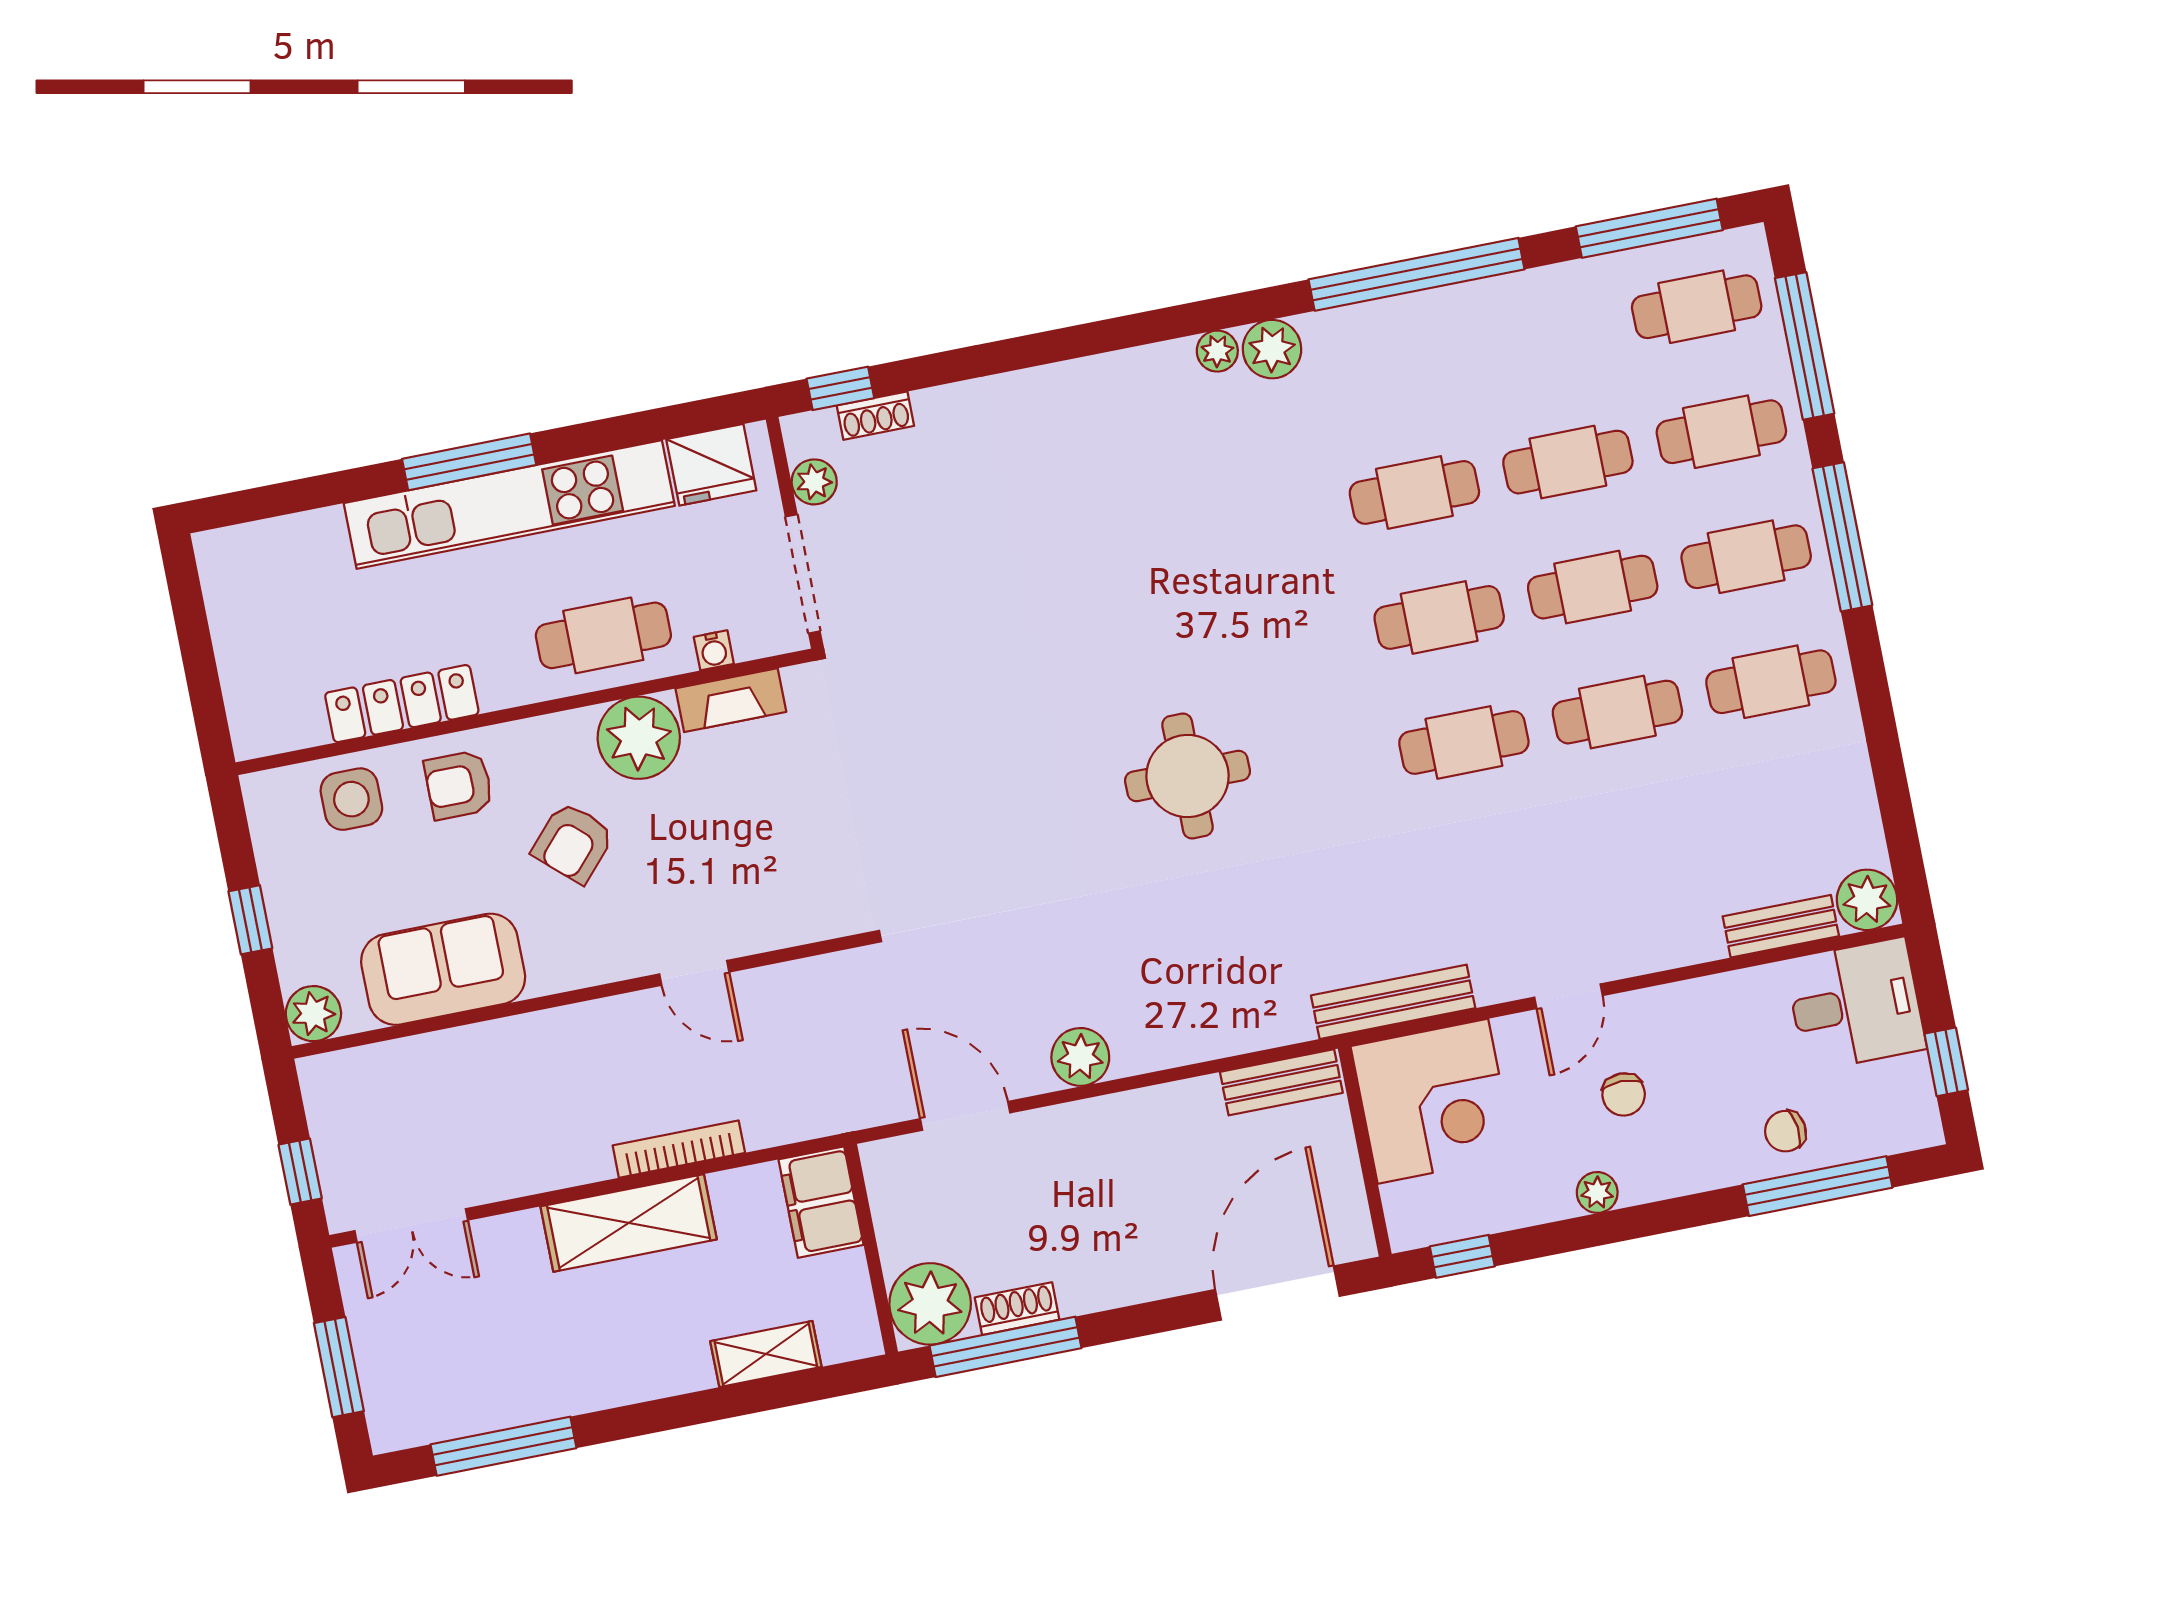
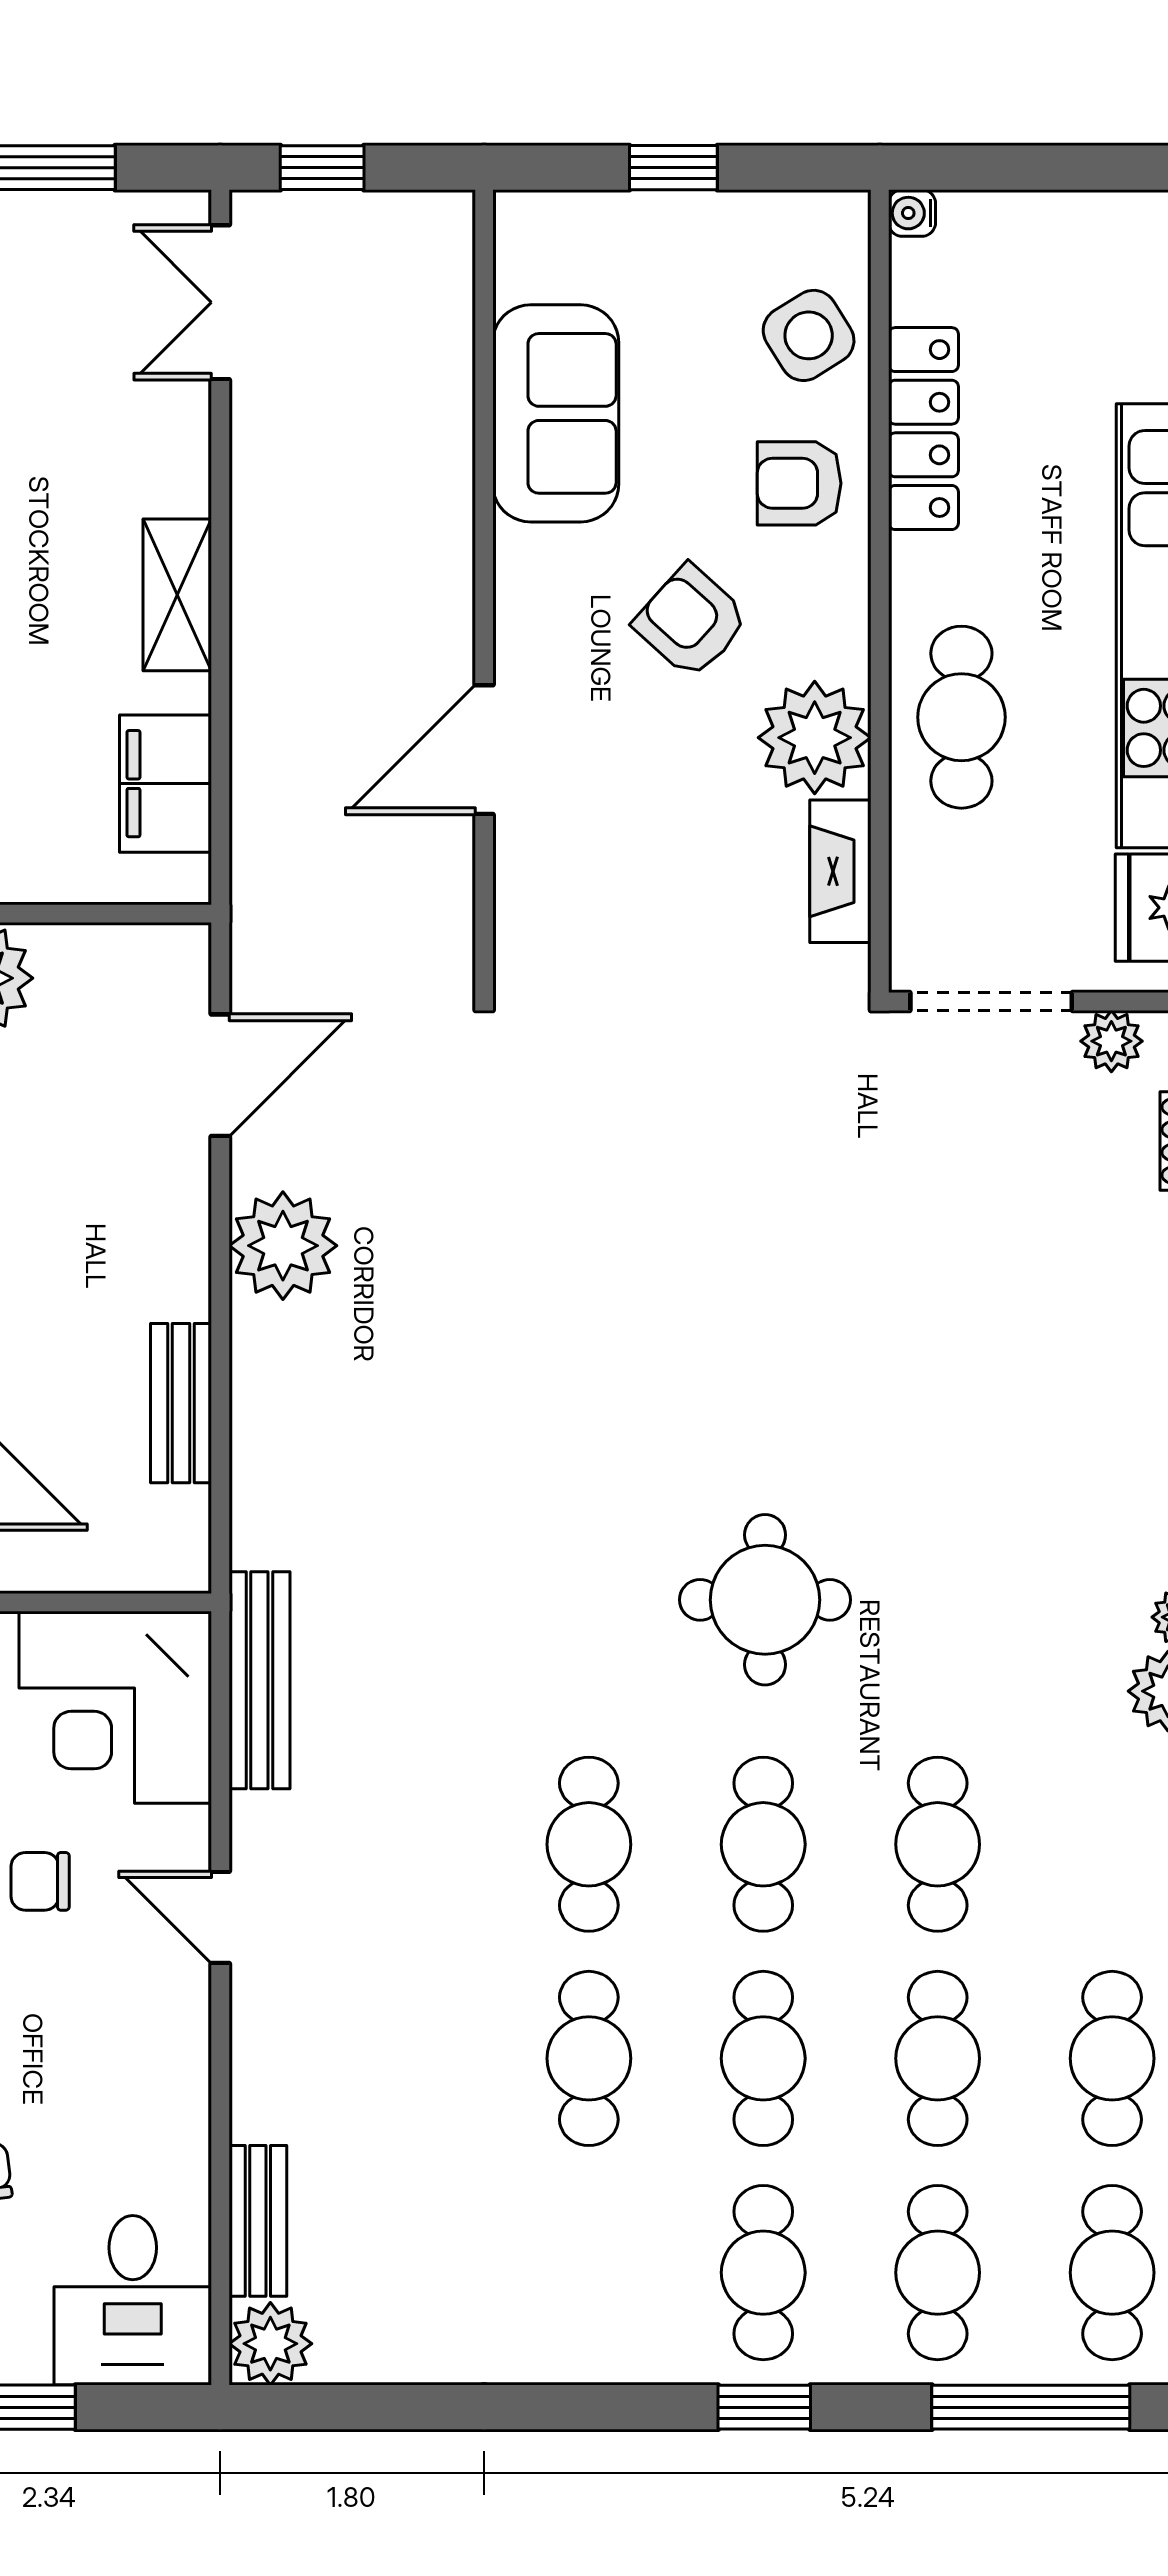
window: (1842, 537) -> (764, 2407), width x0.46
water cooler: (714, 650) -> (912, 213), moved
cafe table: (1771, 682) -> (1112, 2058), moved
round table: (1187, 776) -> (765, 1600), moved
armchair: (459, 785) -> (799, 483), turned -90
side table: (351, 799) -> (809, 335), turned -32
door: (694, 973) -> (484, 750), width x1.38
plant: (313, 1014) -> (531, 227), removed
plant: (1080, 1057) -> (283, 1246), width x1.36, depth x1.36
bench: (1281, 1082) -> (181, 1403), moved
chair: (1624, 1094) -> (40, 1881), moved
bookcase: (679, 1149) -> (252, 682), removed
filing cabinet: (821, 1202) -> (166, 784), moved, turned -90
shelving: (629, 1223) -> (177, 595), width x0.67, depth x0.75

